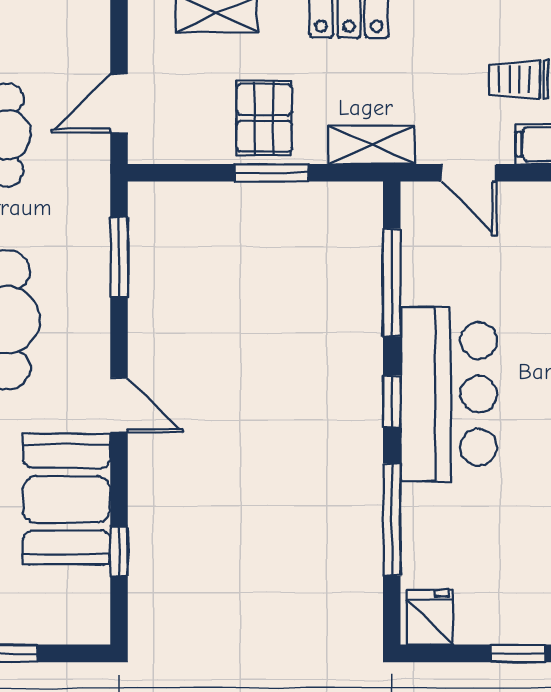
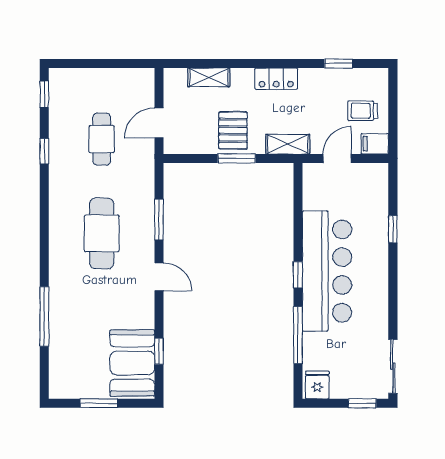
door: (469, 173) -> (337, 158), swing flipped
window: (119, 257) -> (159, 220), moved
window: (392, 282) -> (298, 214), removed
bar counter: (449, 394) -> (327, 271), width x1.36
booth: (67, 499) -> (132, 363), moved

